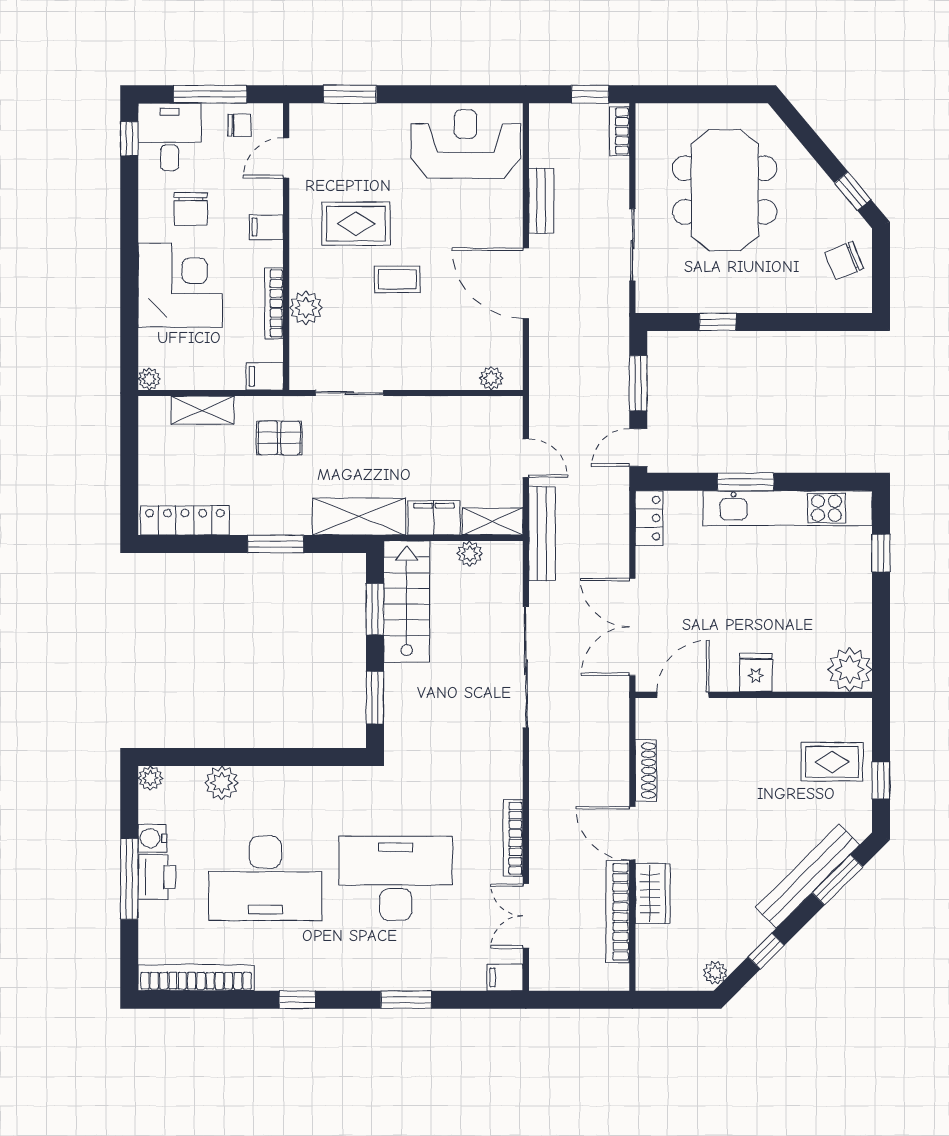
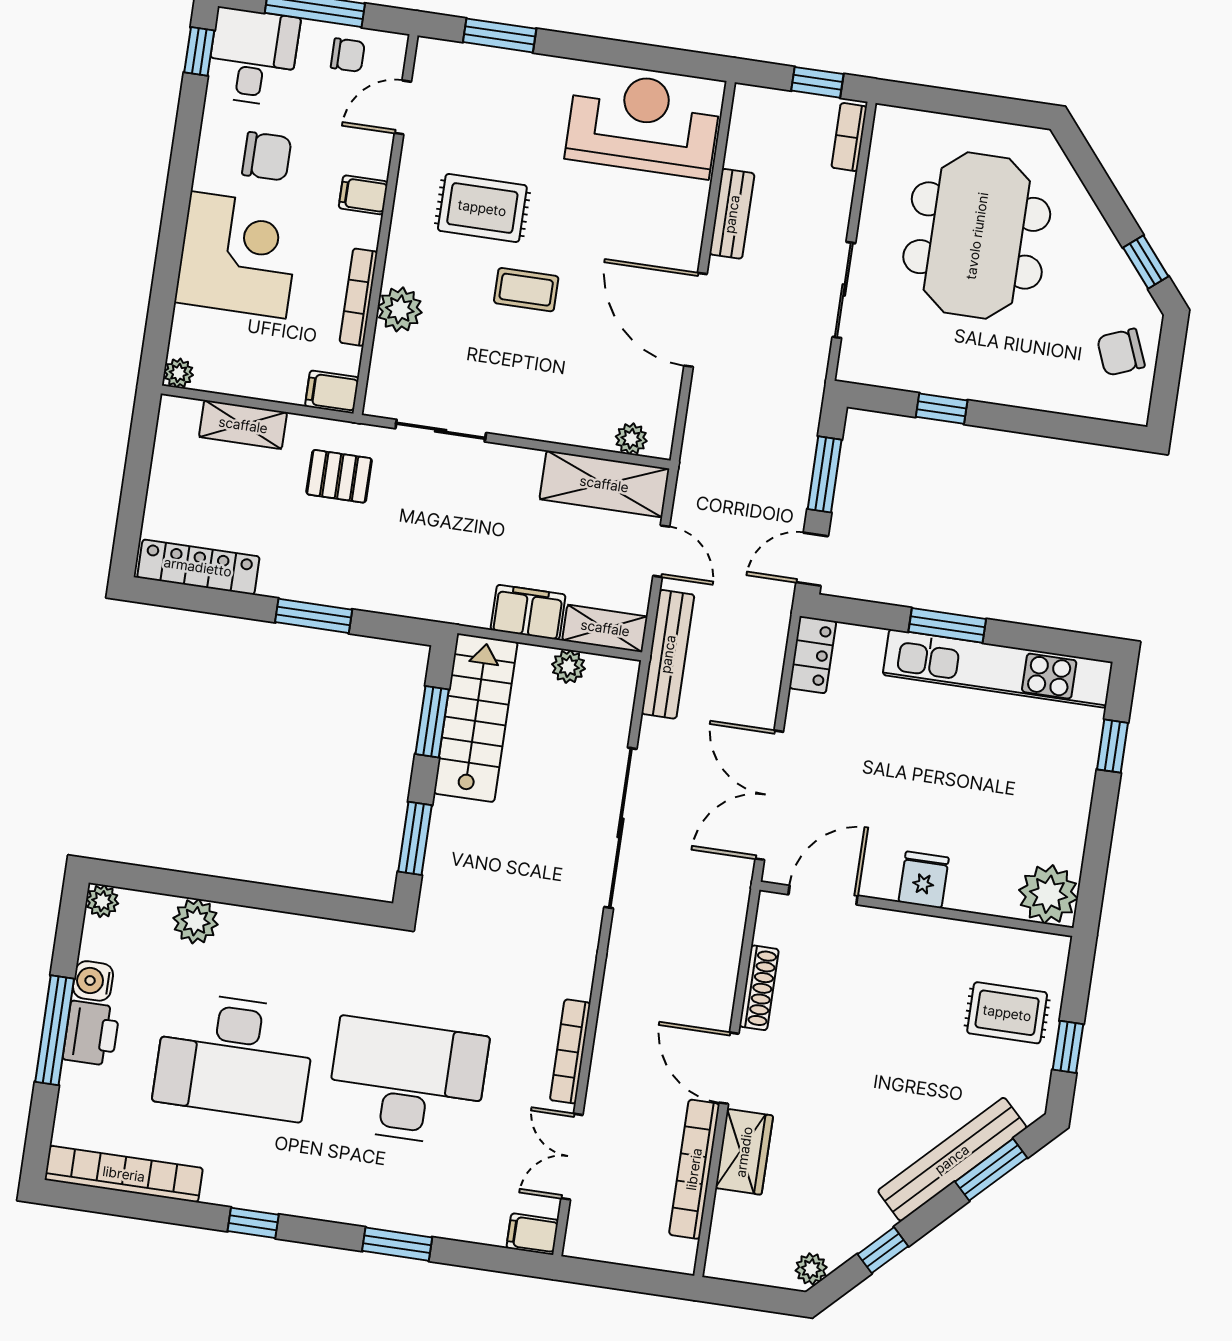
chair: (191, 209) -> (267, 156), turned -90
shelving: (359, 516) -> (604, 484), moved

